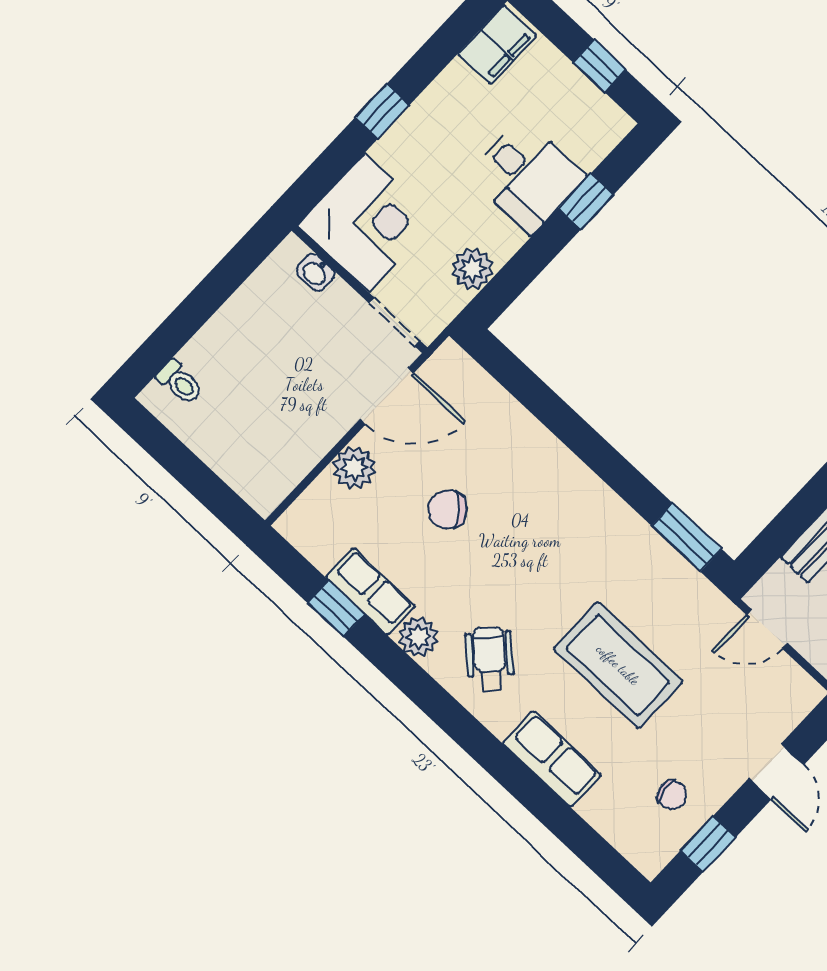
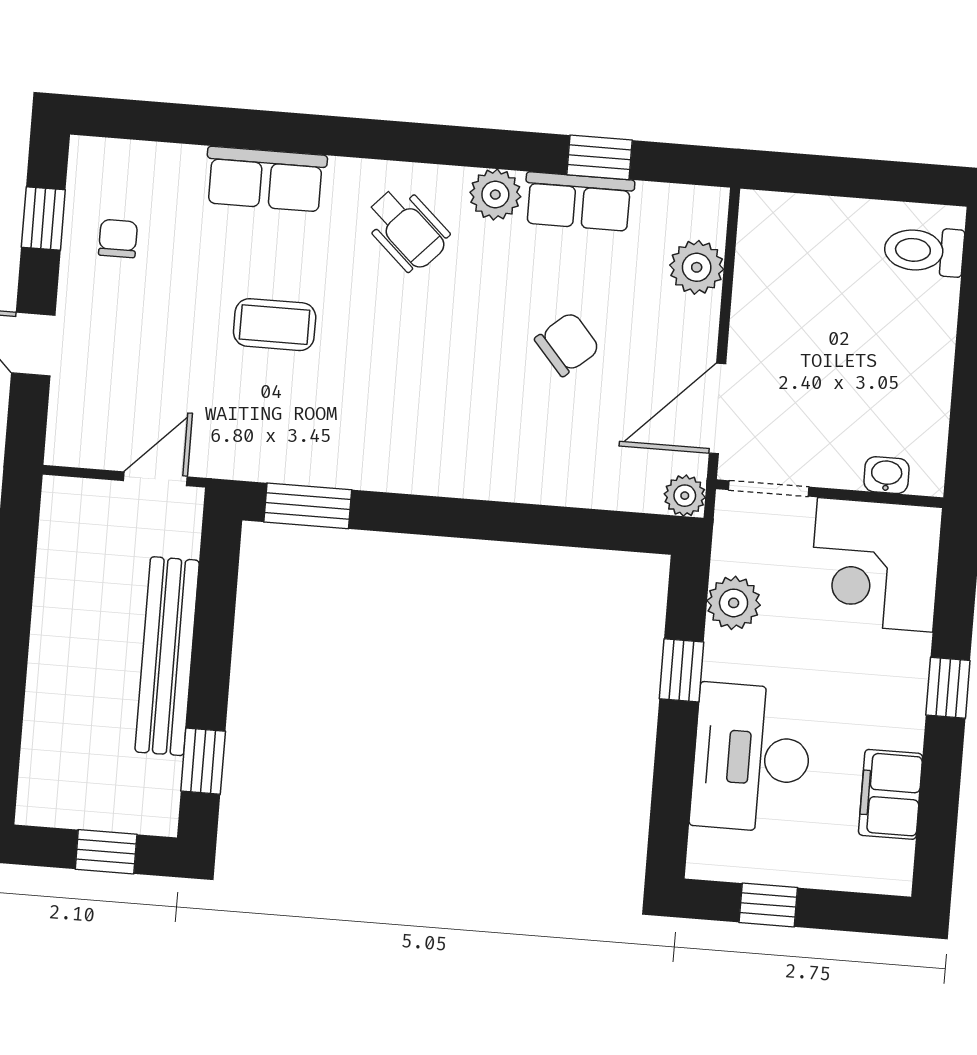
filing cabinet: (497, 45) -> (891, 794), moved
desk: (527, 176) -> (751, 758), width x1.37
window: (586, 201) -> (682, 670), moved
plant: (450, 359) -> (685, 496), added
toilet: (180, 382) -> (924, 251), width x1.37, depth x1.39
plant: (354, 468) -> (697, 267), moved
coffee table: (618, 665) -> (275, 325), width x0.54, depth x0.58
chair: (672, 795) -> (118, 239), turned 99

